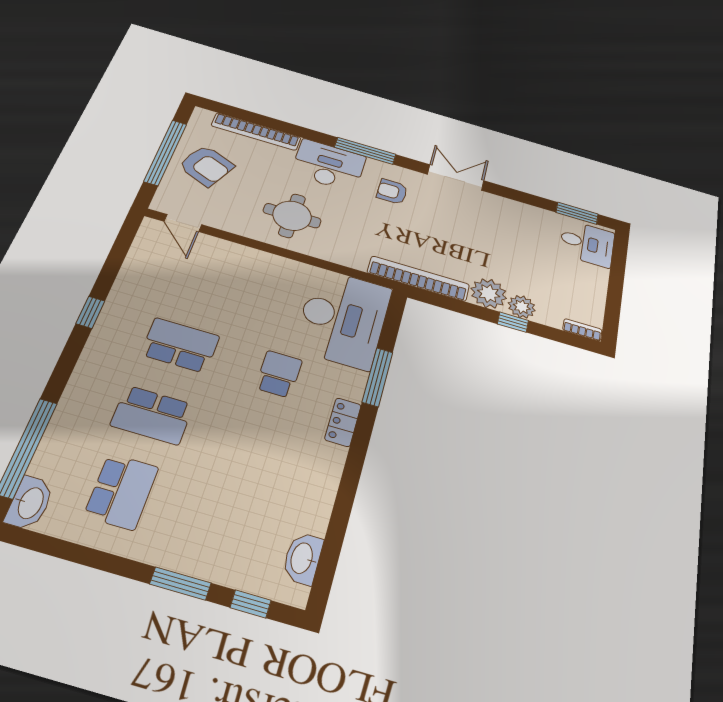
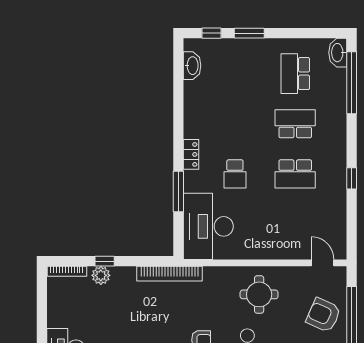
plant: (489, 293) -> (123, 278), removed
bookcase: (582, 330) -> (67, 271), width x1.56

